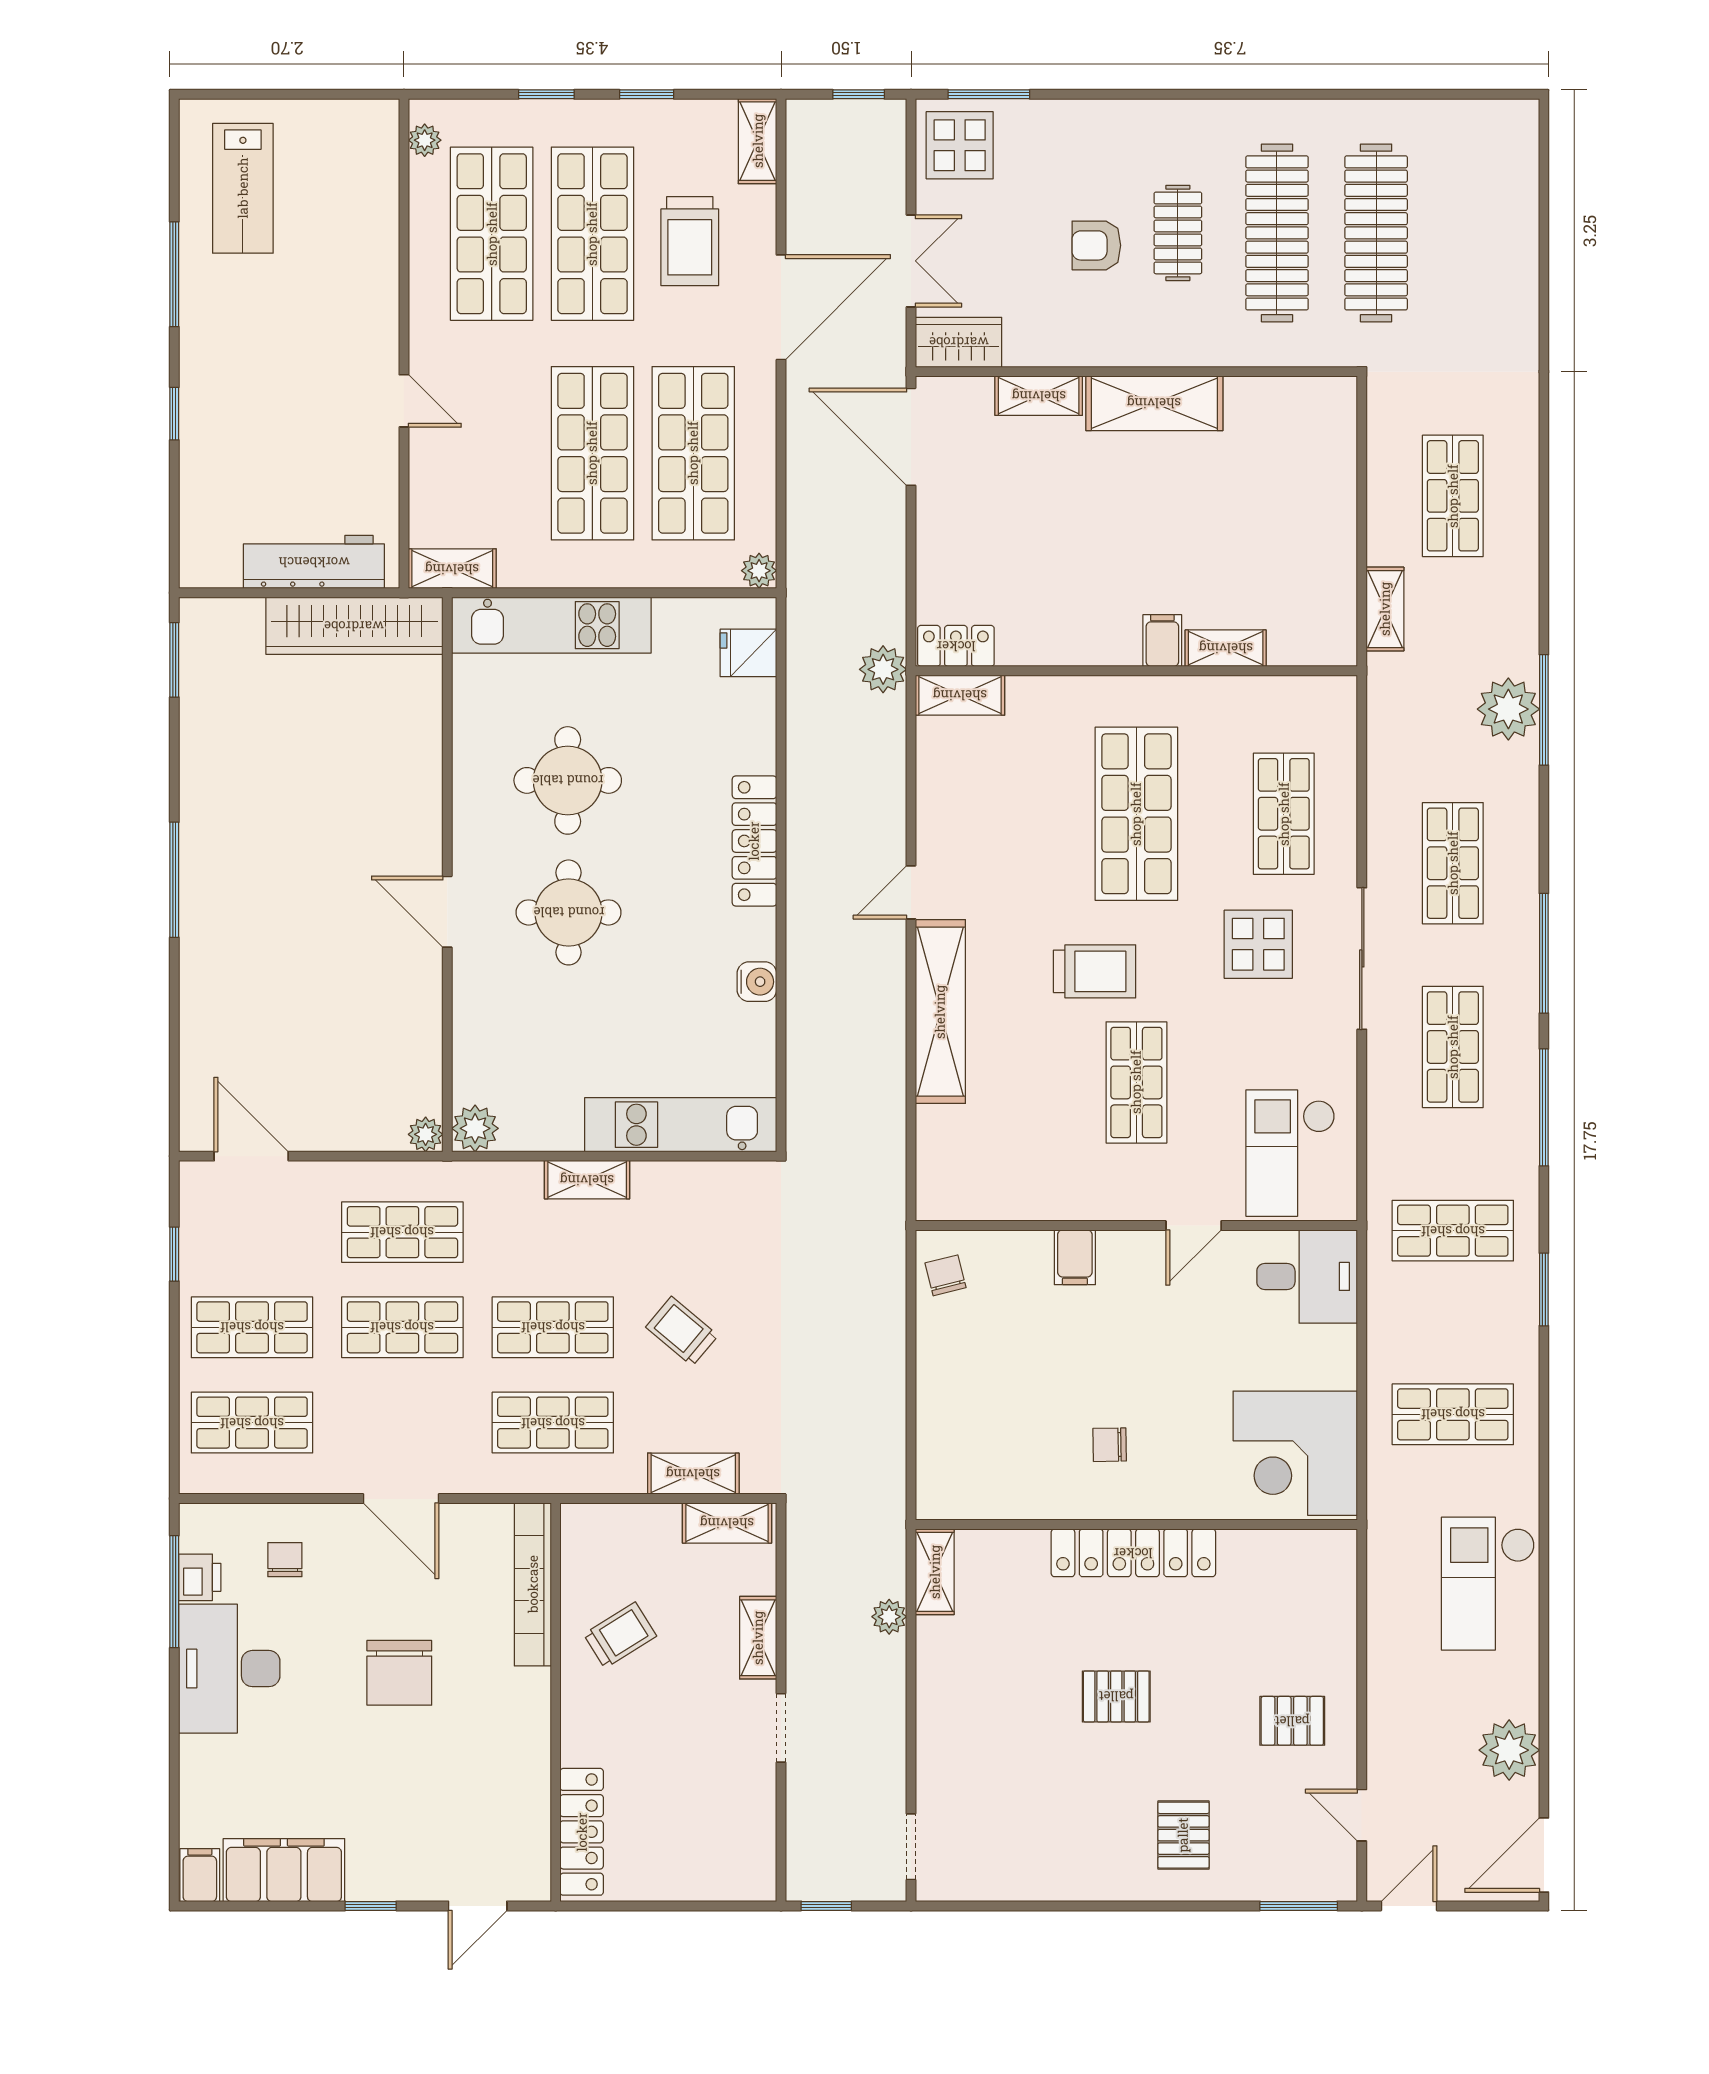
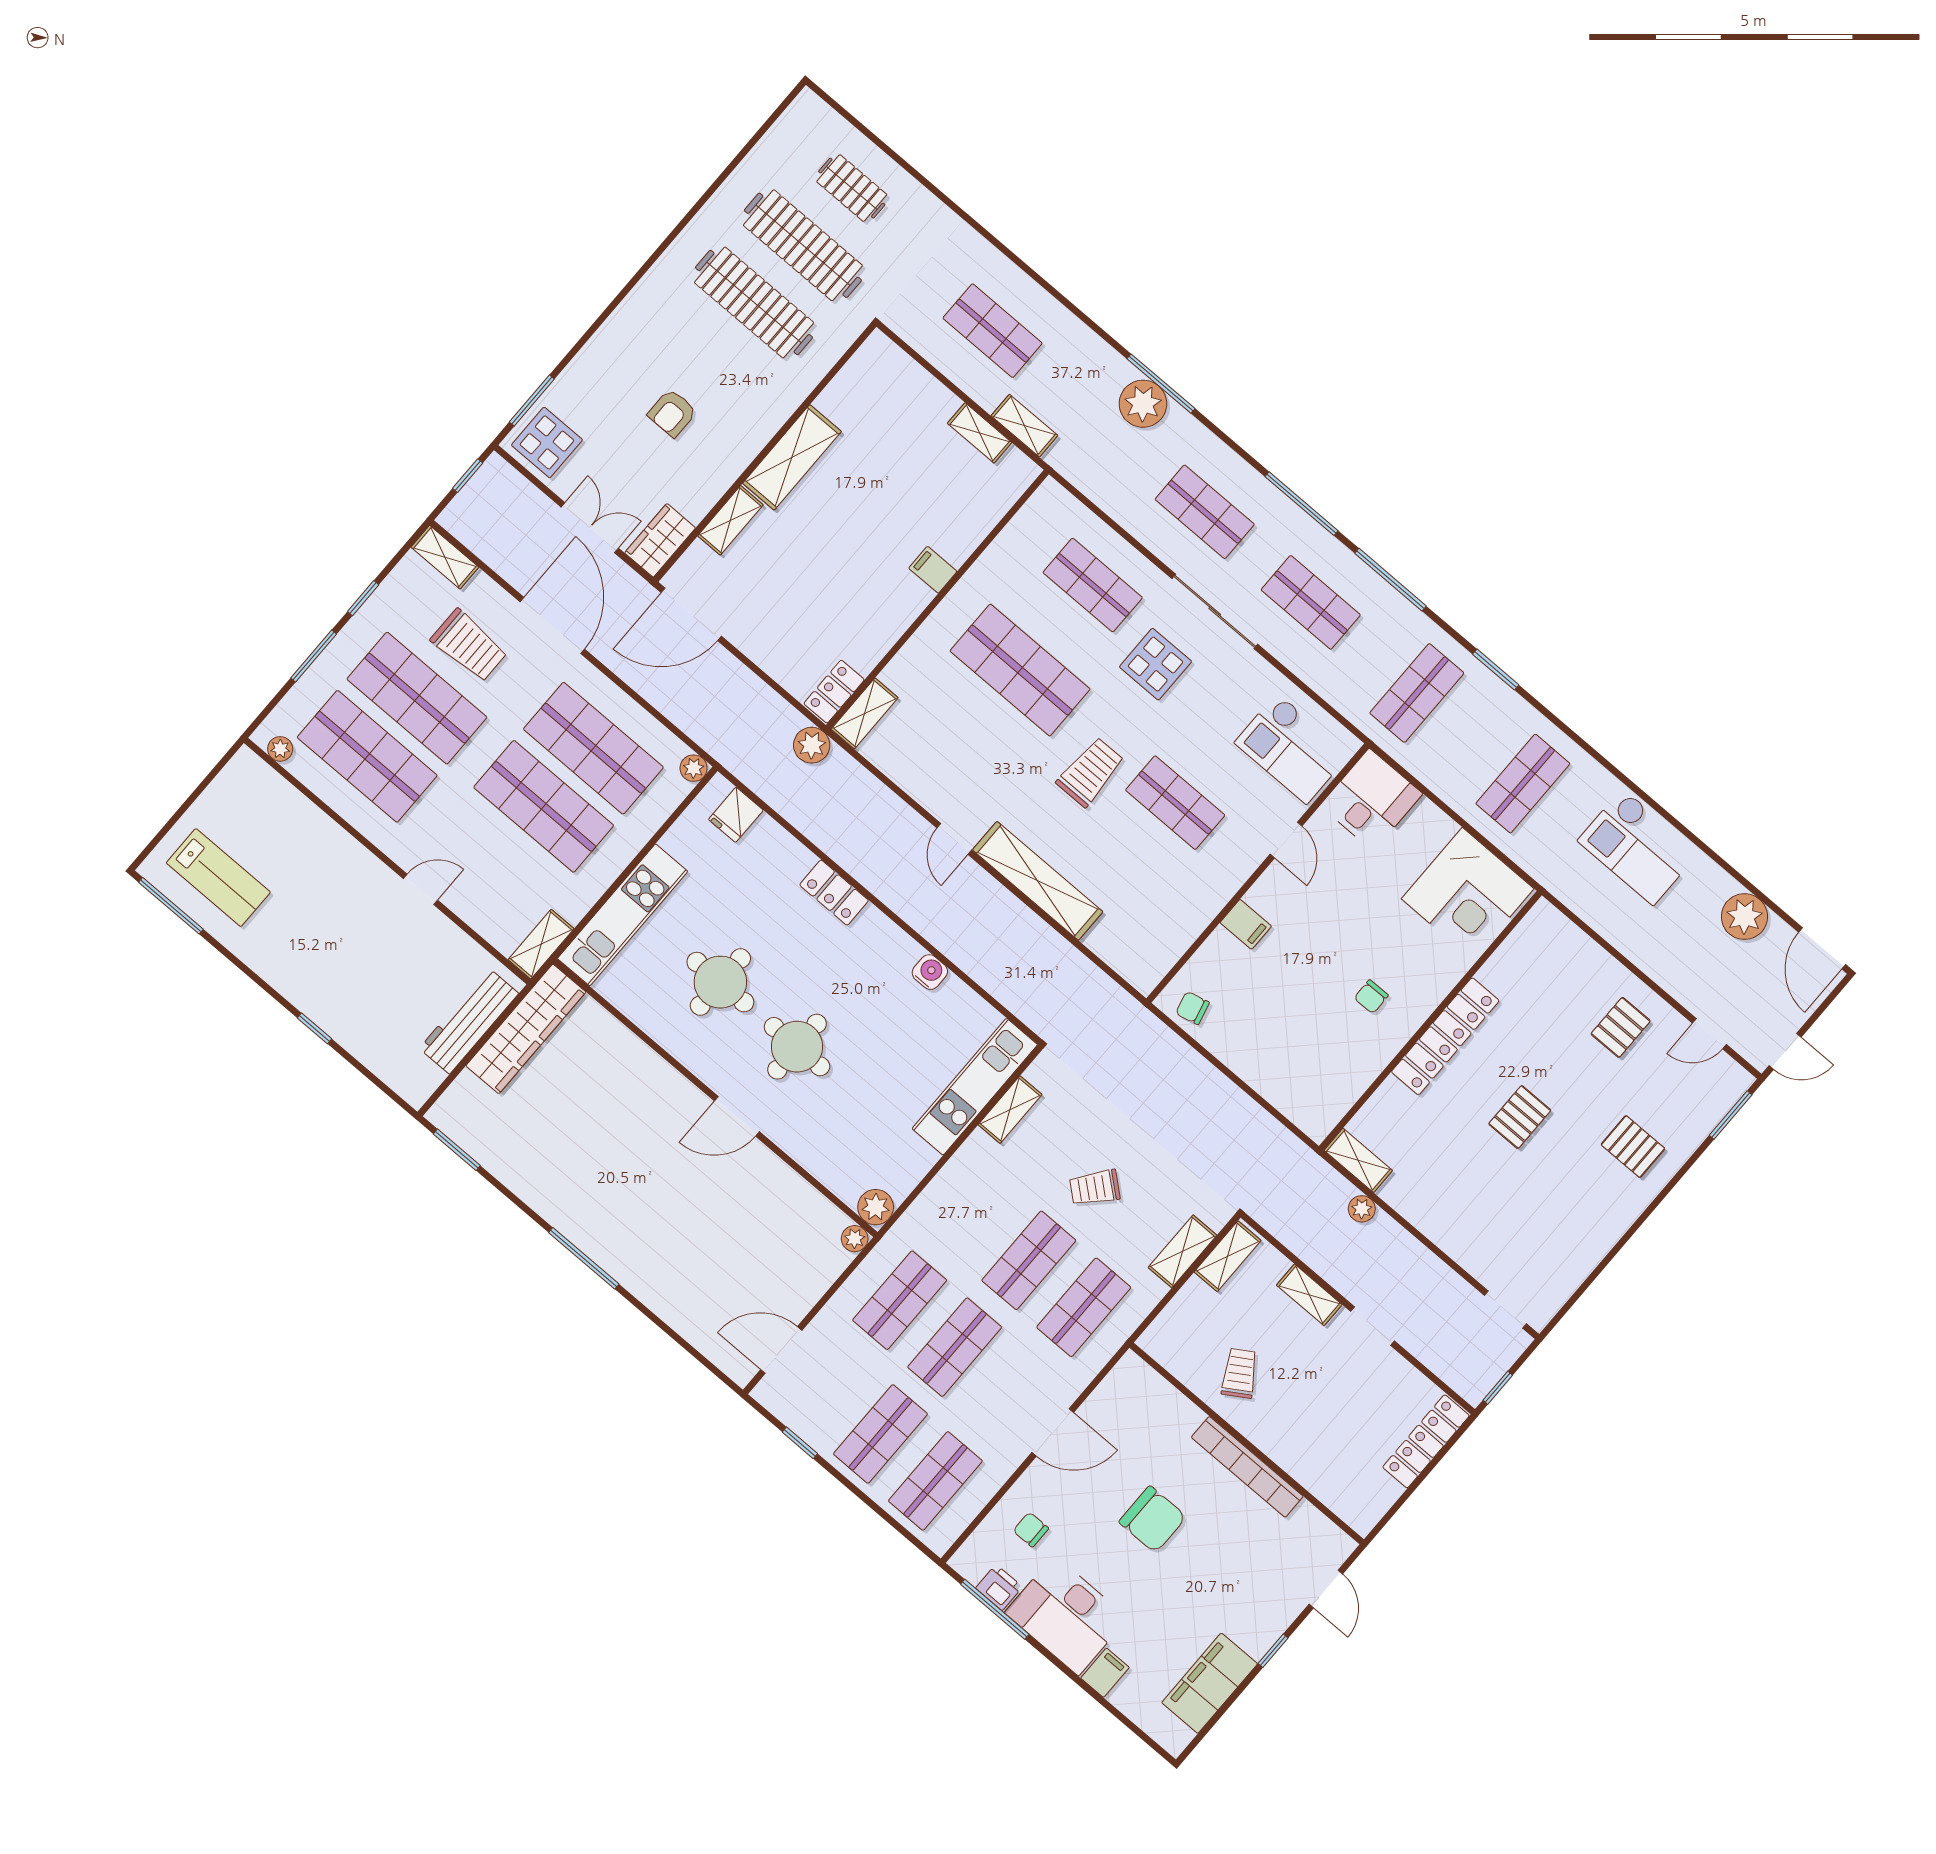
window: (546, 94) -> (314, 656), width x1.50
clothes rail: (1178, 233) -> (852, 188), moved
window: (174, 274) -> (171, 906), moved
shelving: (1226, 648) -> (980, 433), moved, turned 90
locker: (754, 841) -> (834, 893), width x0.66
shelving: (587, 1180) -> (1010, 1110), moved
bookcase: (533, 1584) -> (1247, 1467), moved
locker: (582, 1832) -> (1426, 1441), moved, turned -90
filing cabinet: (200, 1875) -> (1105, 1673), moved, turned 90
door: (1409, 1906) -> (1785, 1051), swing flipped

